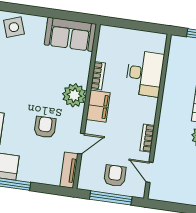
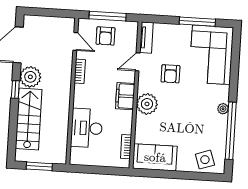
bookcase: (98, 76) -> (126, 147), moved

